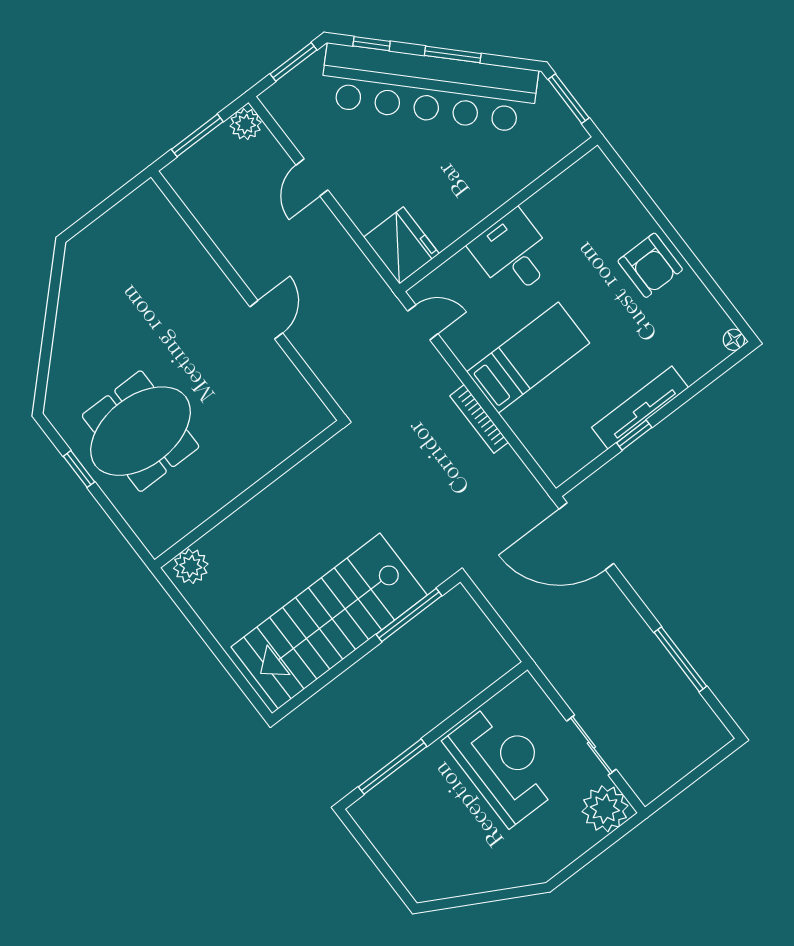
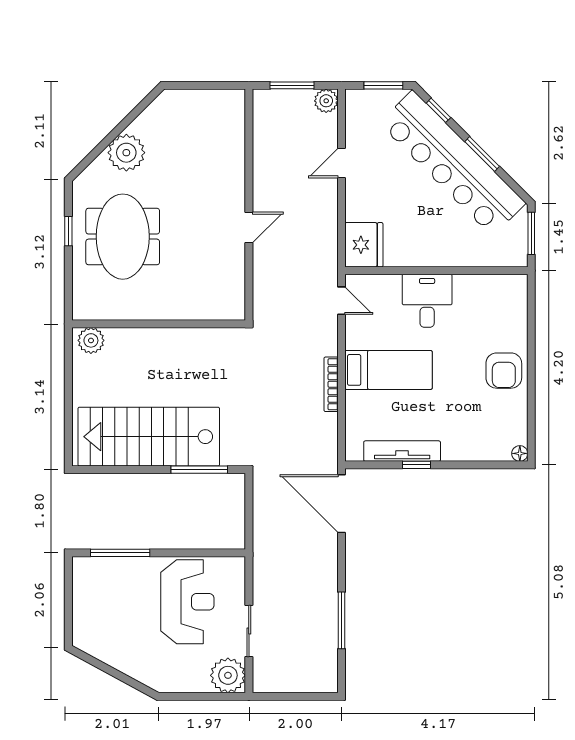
plant: (77, 340) -> (126, 153), added
tv unit: (640, 408) -> (402, 451), moved
meeting table: (141, 431) -> (123, 237), turned 90

